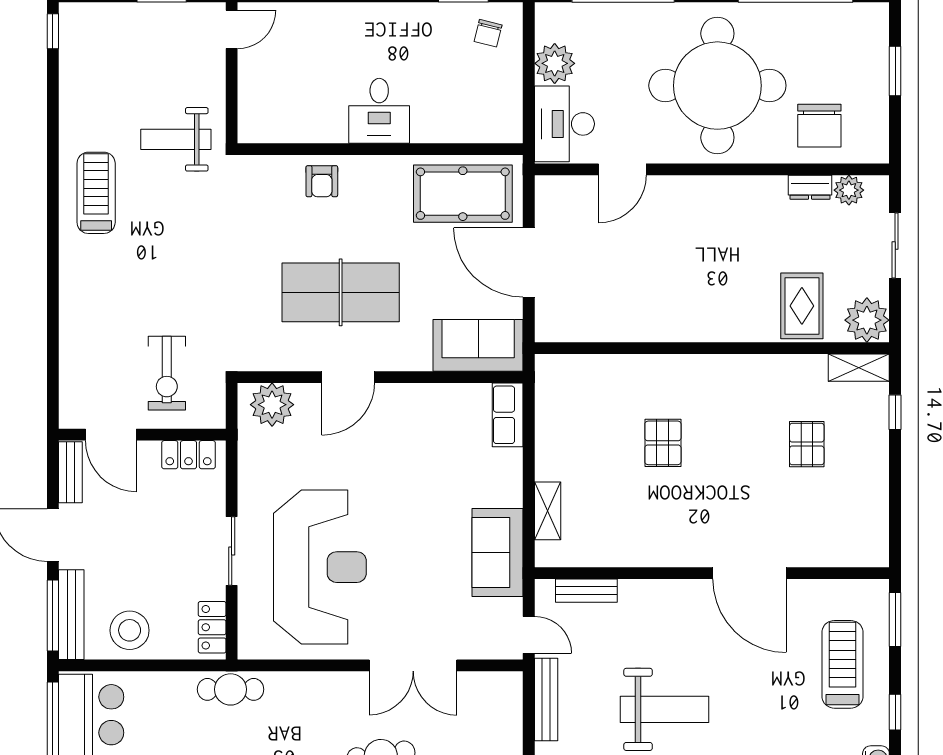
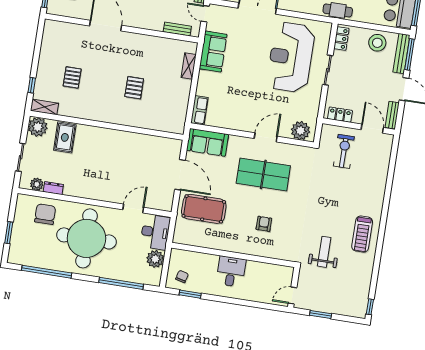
desk: (379, 111) -> (231, 272), moved
weight bench: (176, 139) -> (324, 252), turned -90
wall: (380, 149) -> (233, 255), moved

